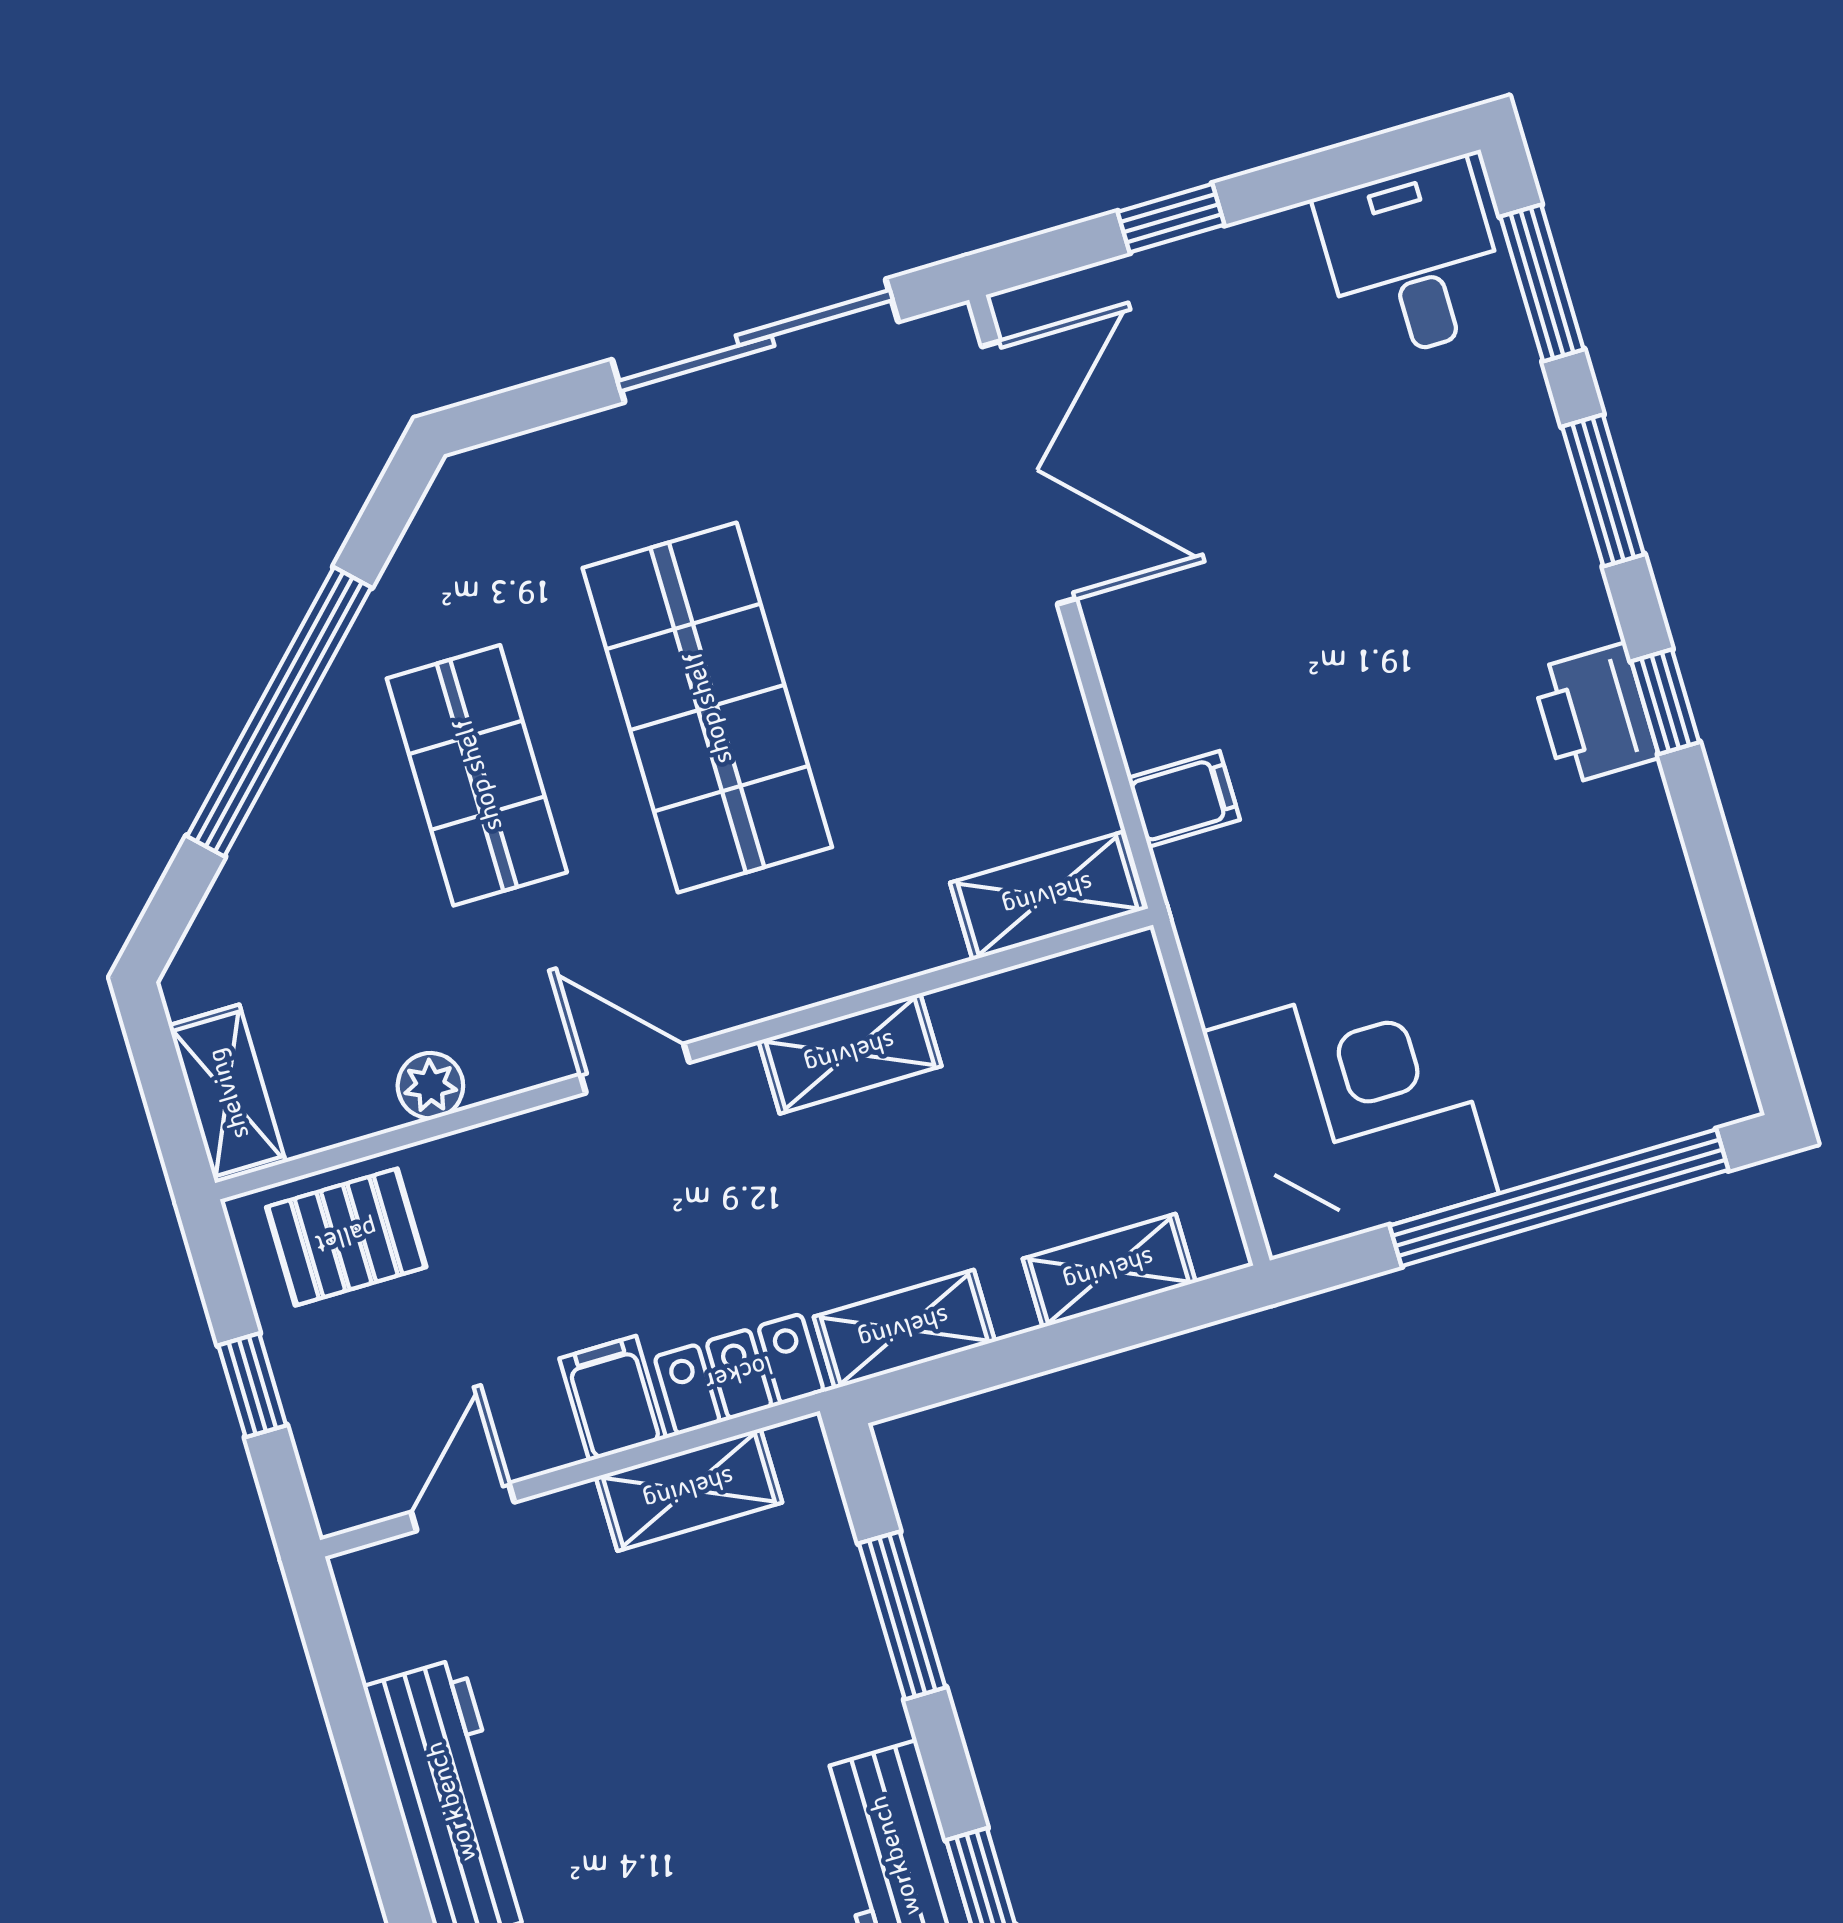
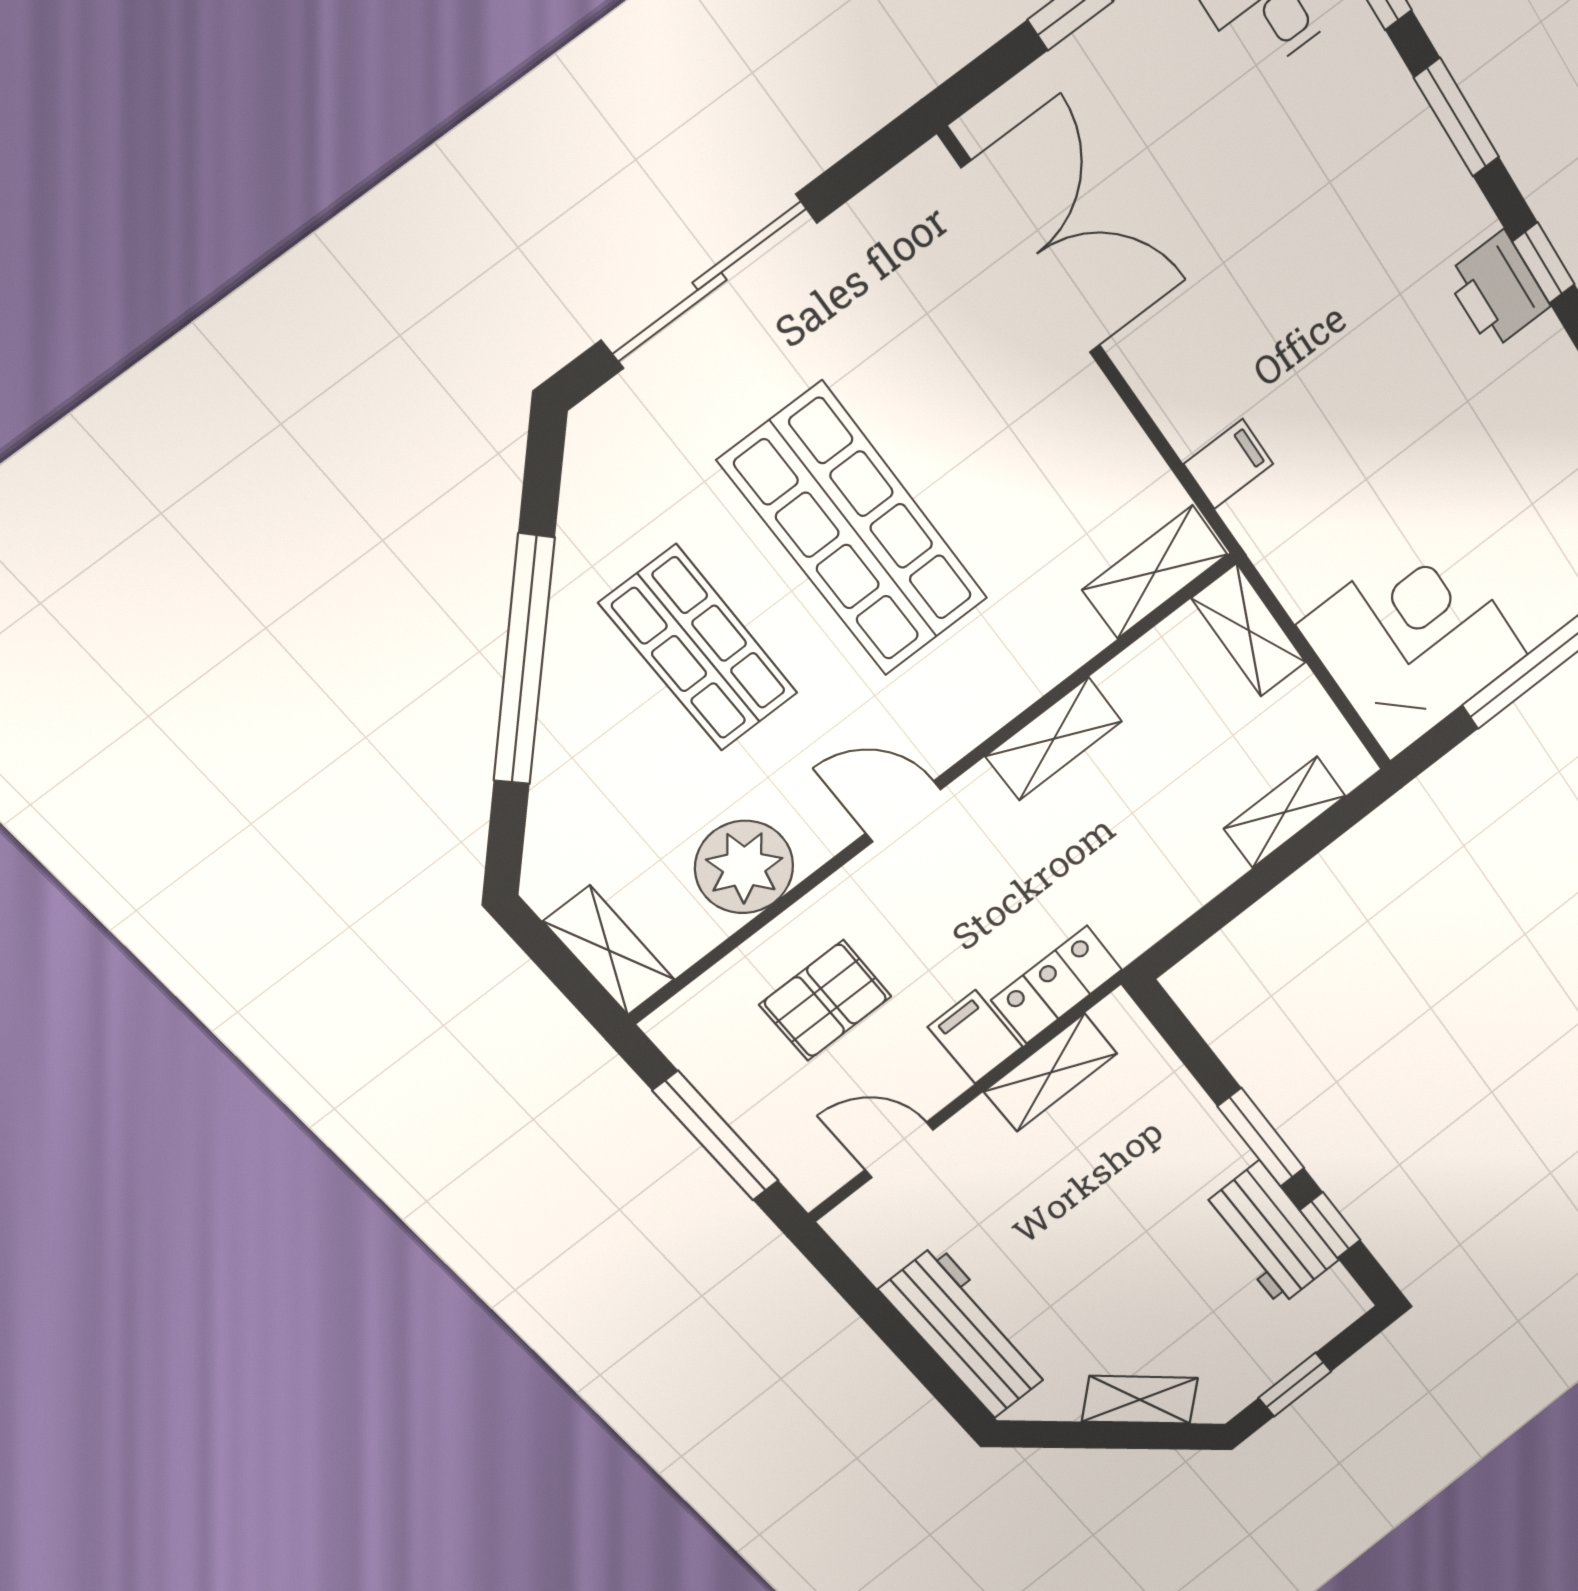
sliding door: (755, 341) -> (710, 281), moved
plant: (430, 1086) -> (744, 867), width x1.87, depth x1.87
pallet: (346, 1237) -> (826, 1000), moved
shelving: (904, 1329) -> (1249, 630), moved, turned 90
window: (252, 1385) -> (716, 1136), width x2.17
door: (463, 1507) -> (899, 1150), hinge flipped
window: (902, 1615) -> (1261, 1137), moved

